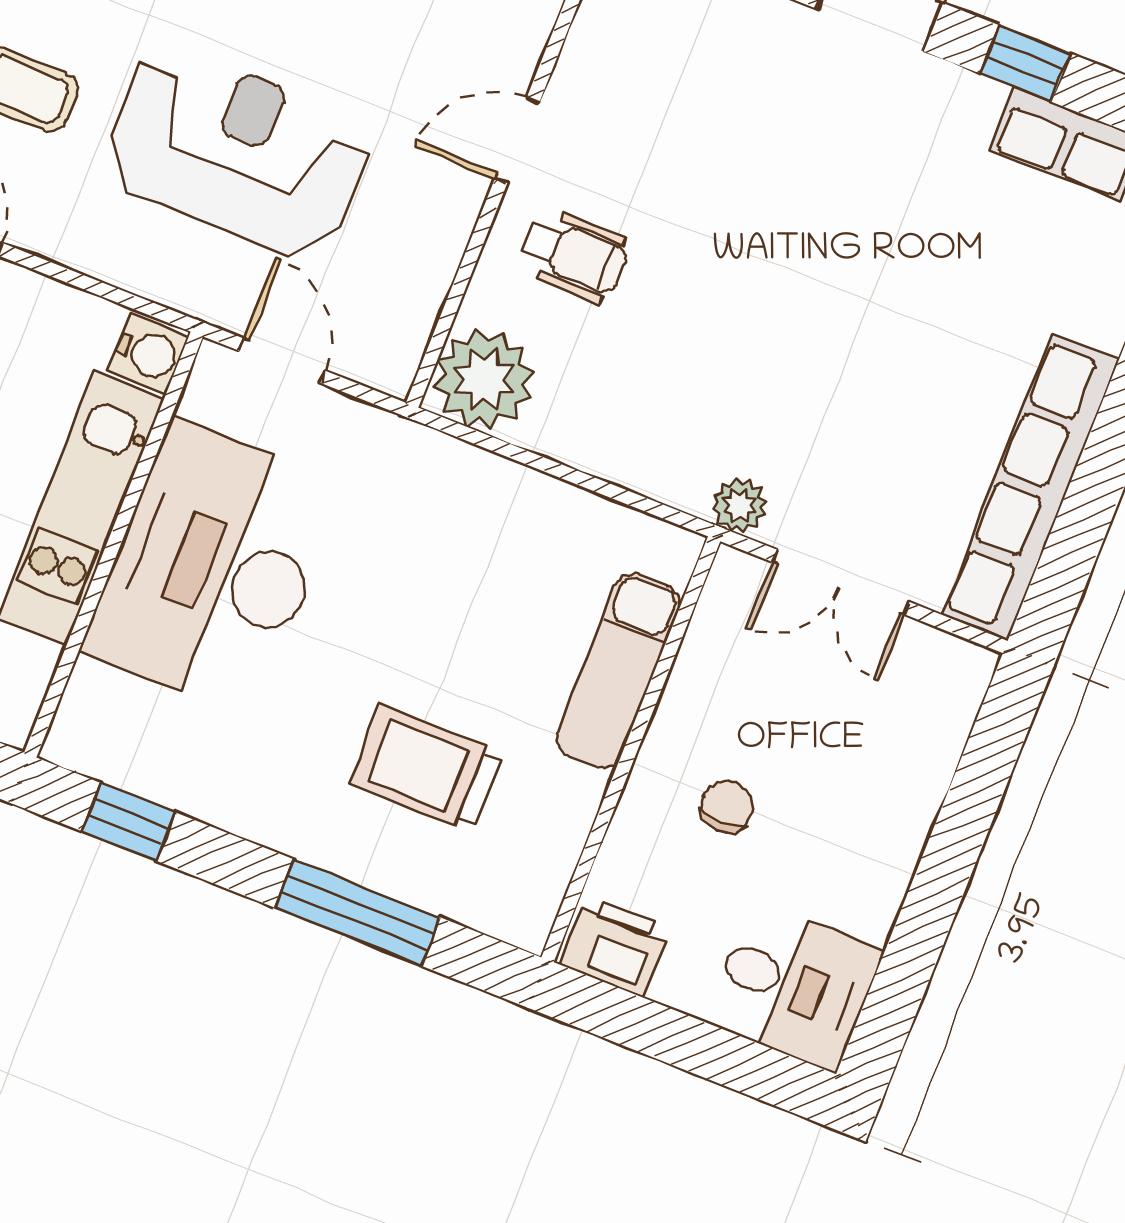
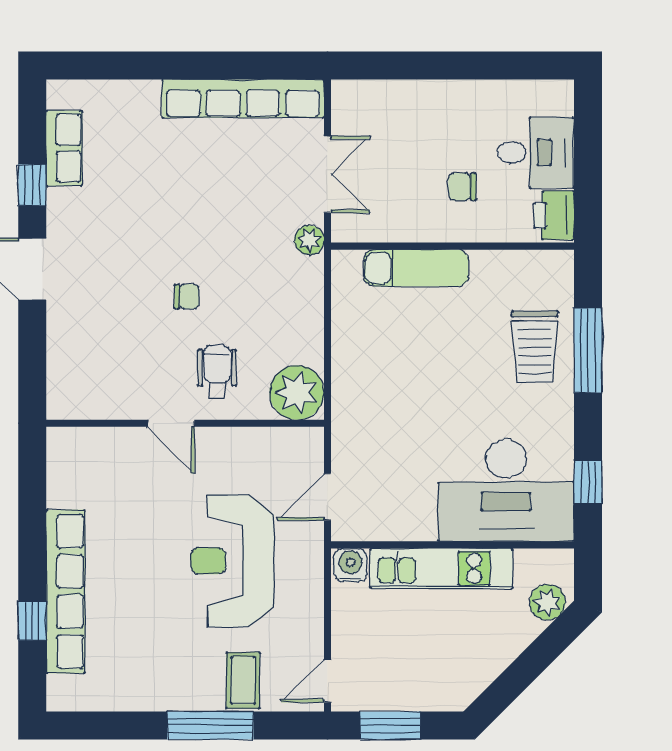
chair: (726, 254) -> (187, 297), added
desk: (213, 568) -> (506, 490), moved
trolley: (426, 768) -> (535, 347), moved
desk: (794, 986) -> (536, 153), moved, turned 90

